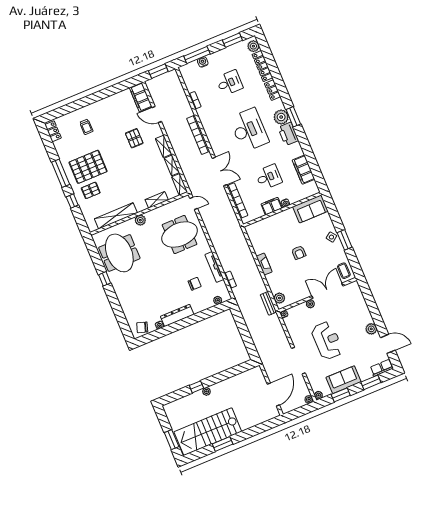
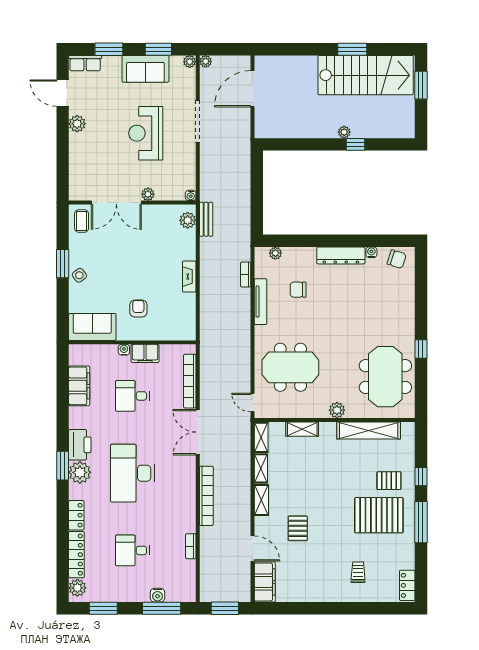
armchair: (299, 253) -> (138, 309), moved

